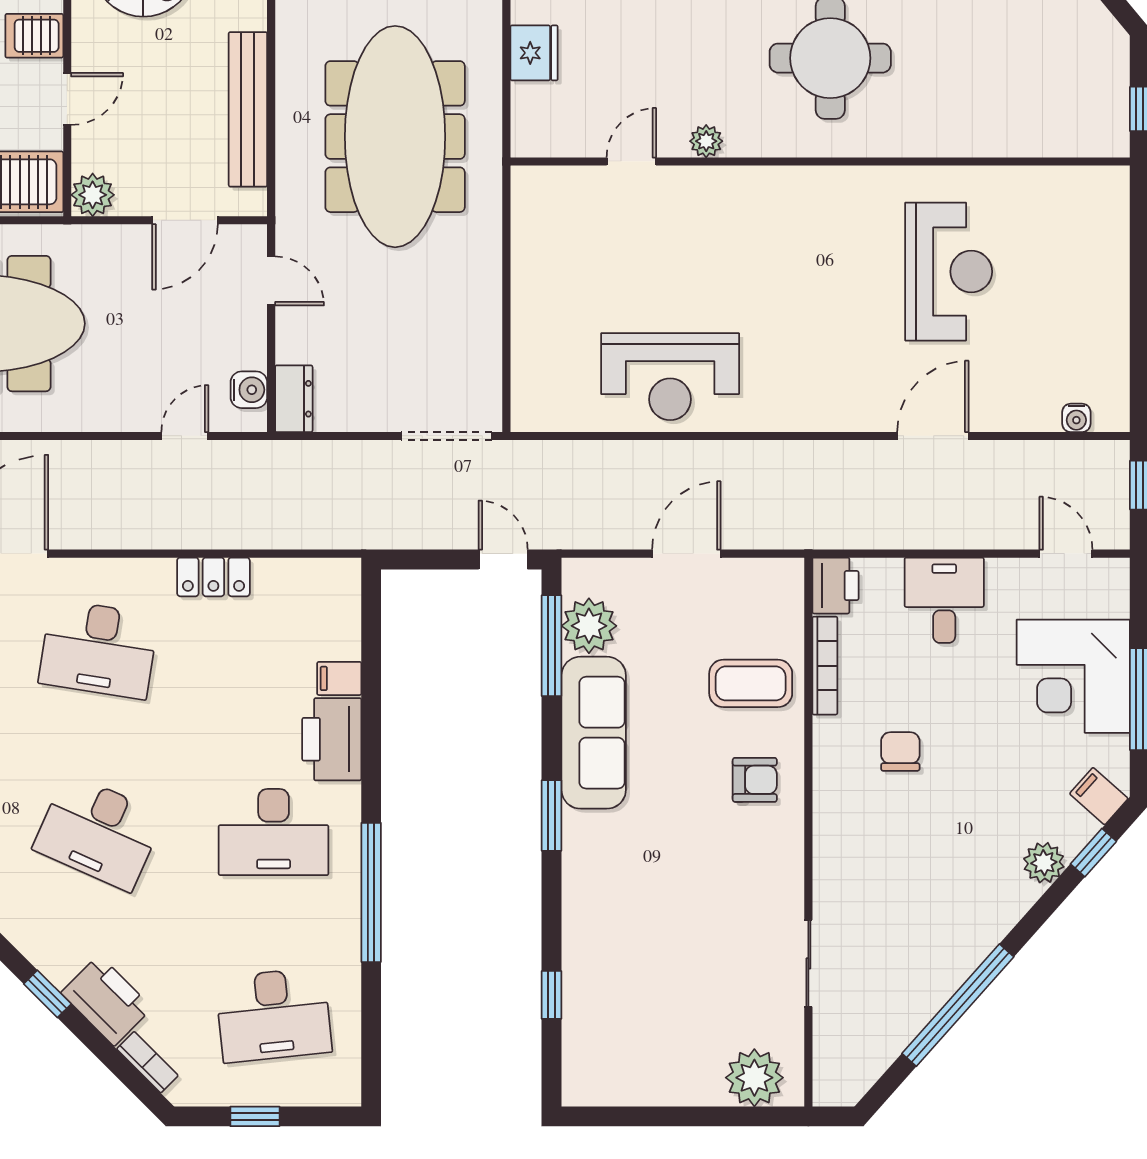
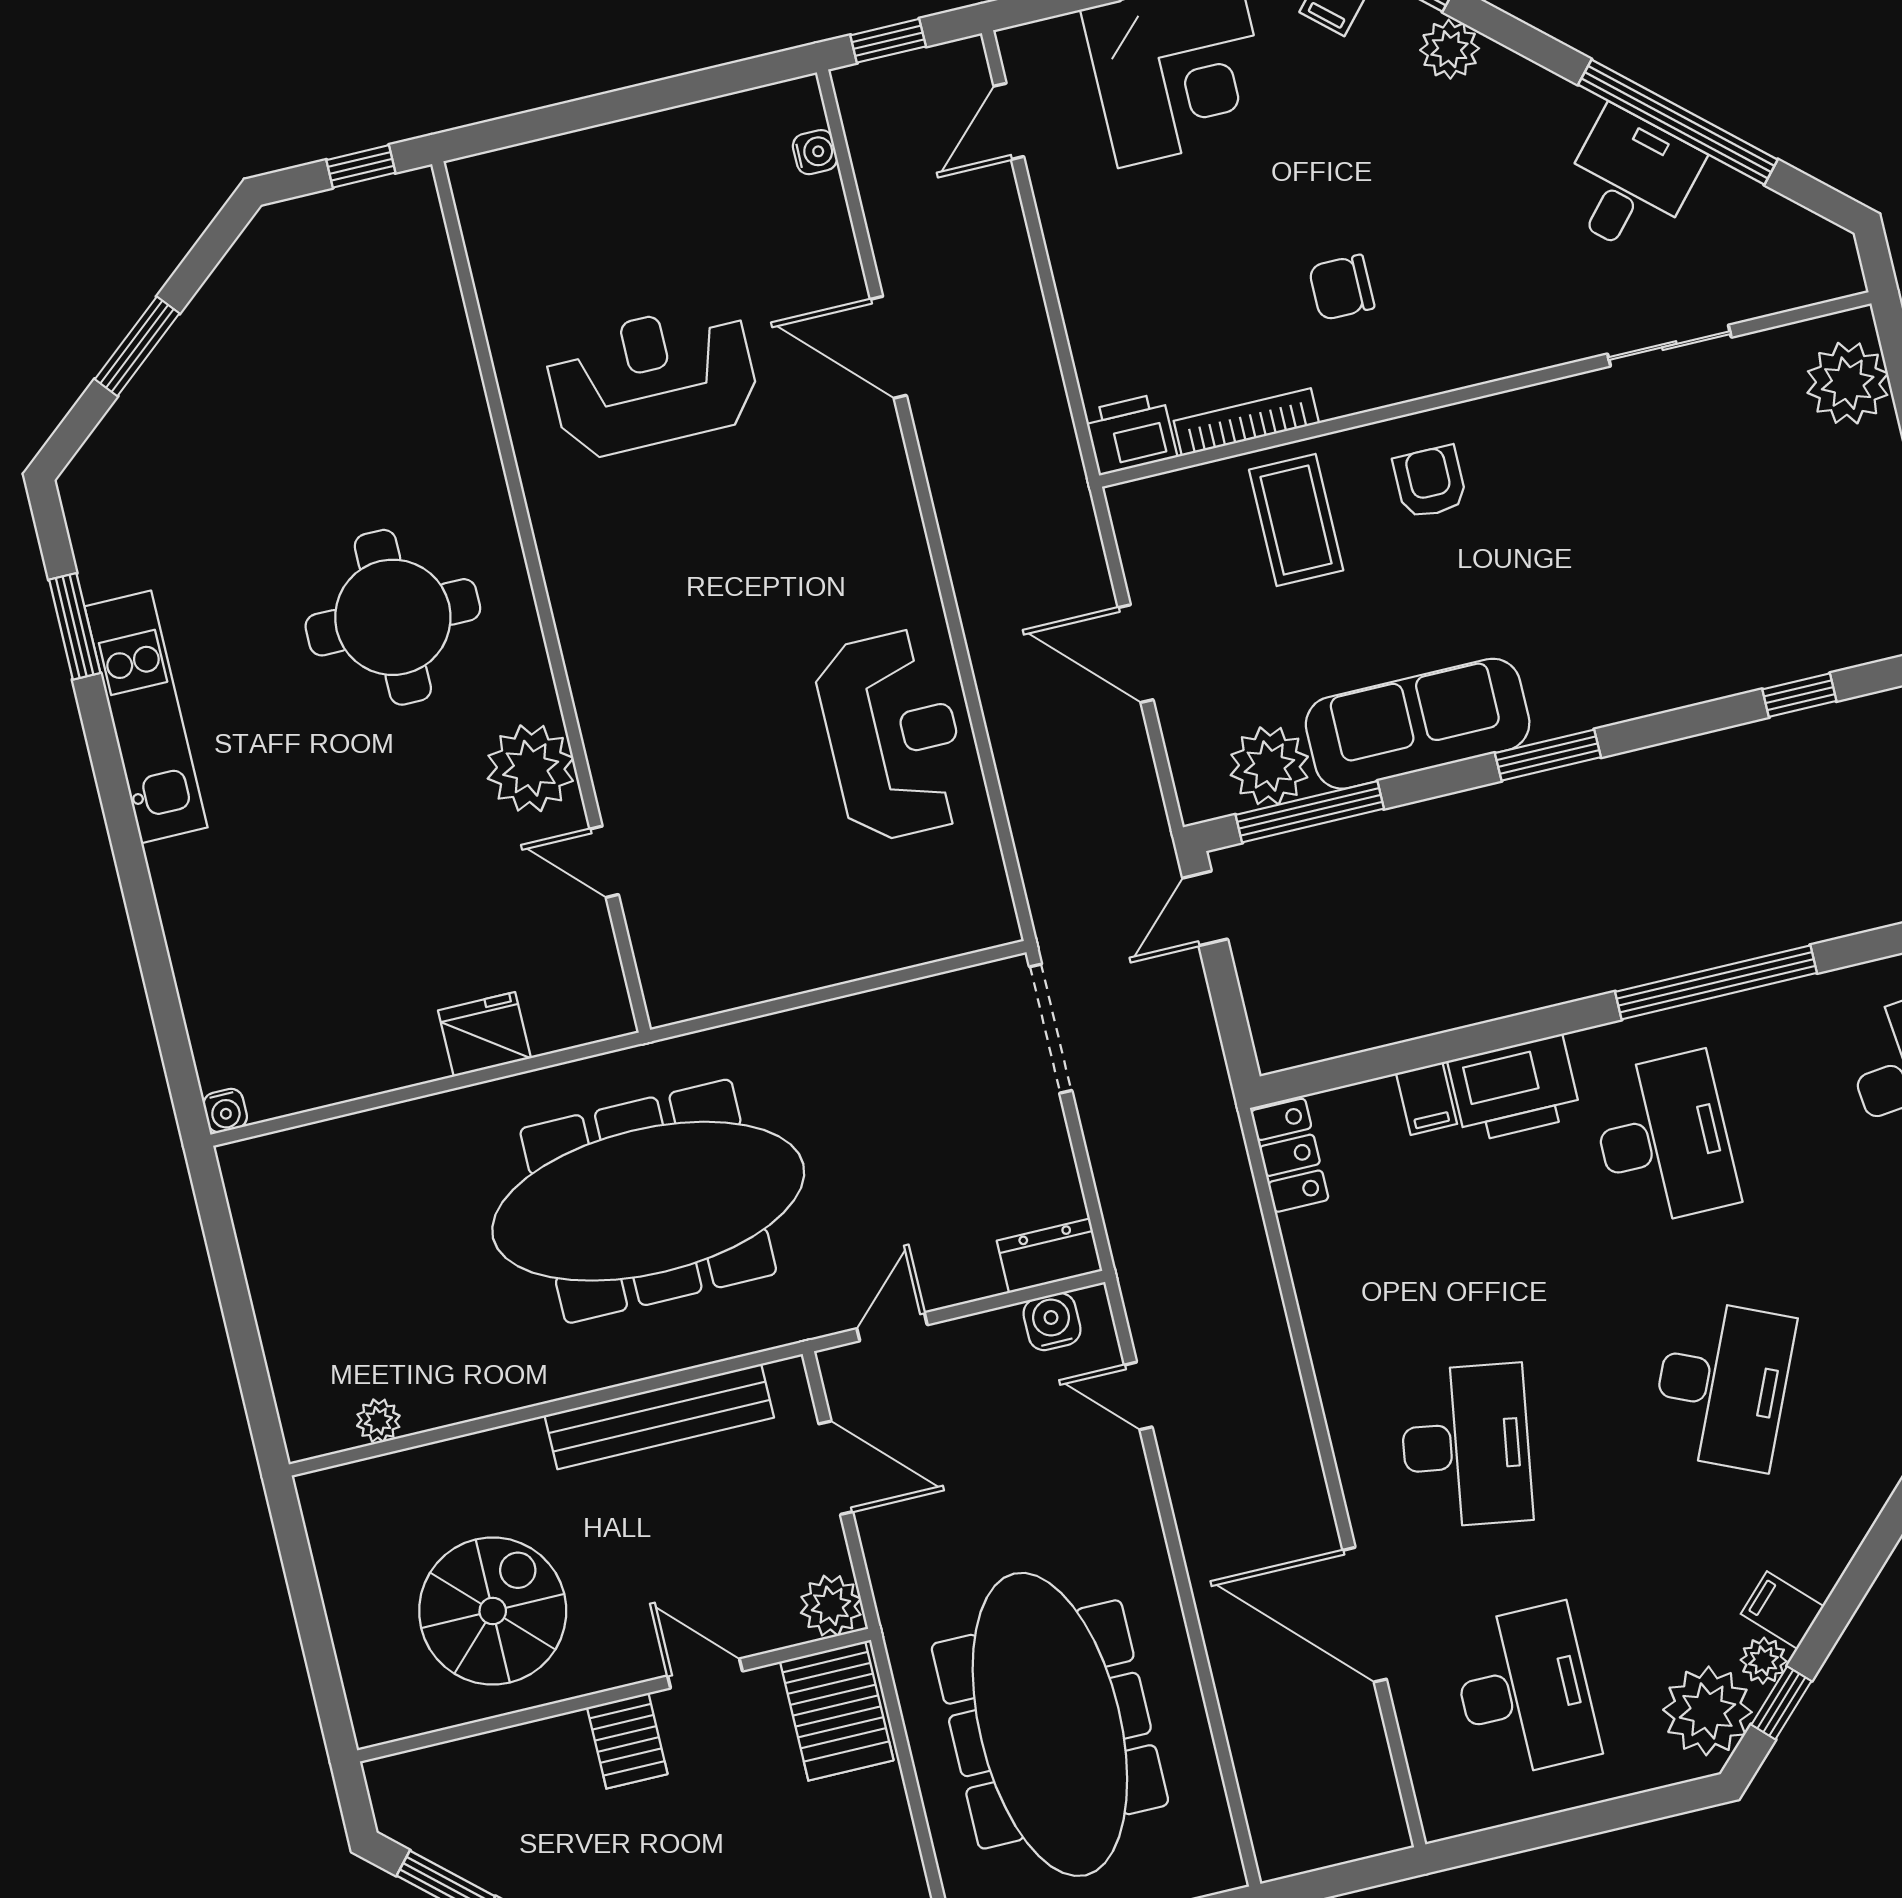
plant: (706, 141) -> (531, 768), width x1.87, depth x1.87
locker: (213, 577) -> (1290, 1155), moved
desk: (944, 600) -> (1629, 182), moved, turned 132

